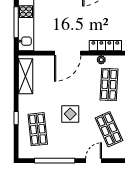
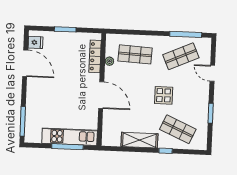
shelving: (25, 76) -> (139, 140), moved
shop shelf: (38, 129) -> (178, 129), turned 30
window: (55, 161) -> (211, 113), width x0.47

